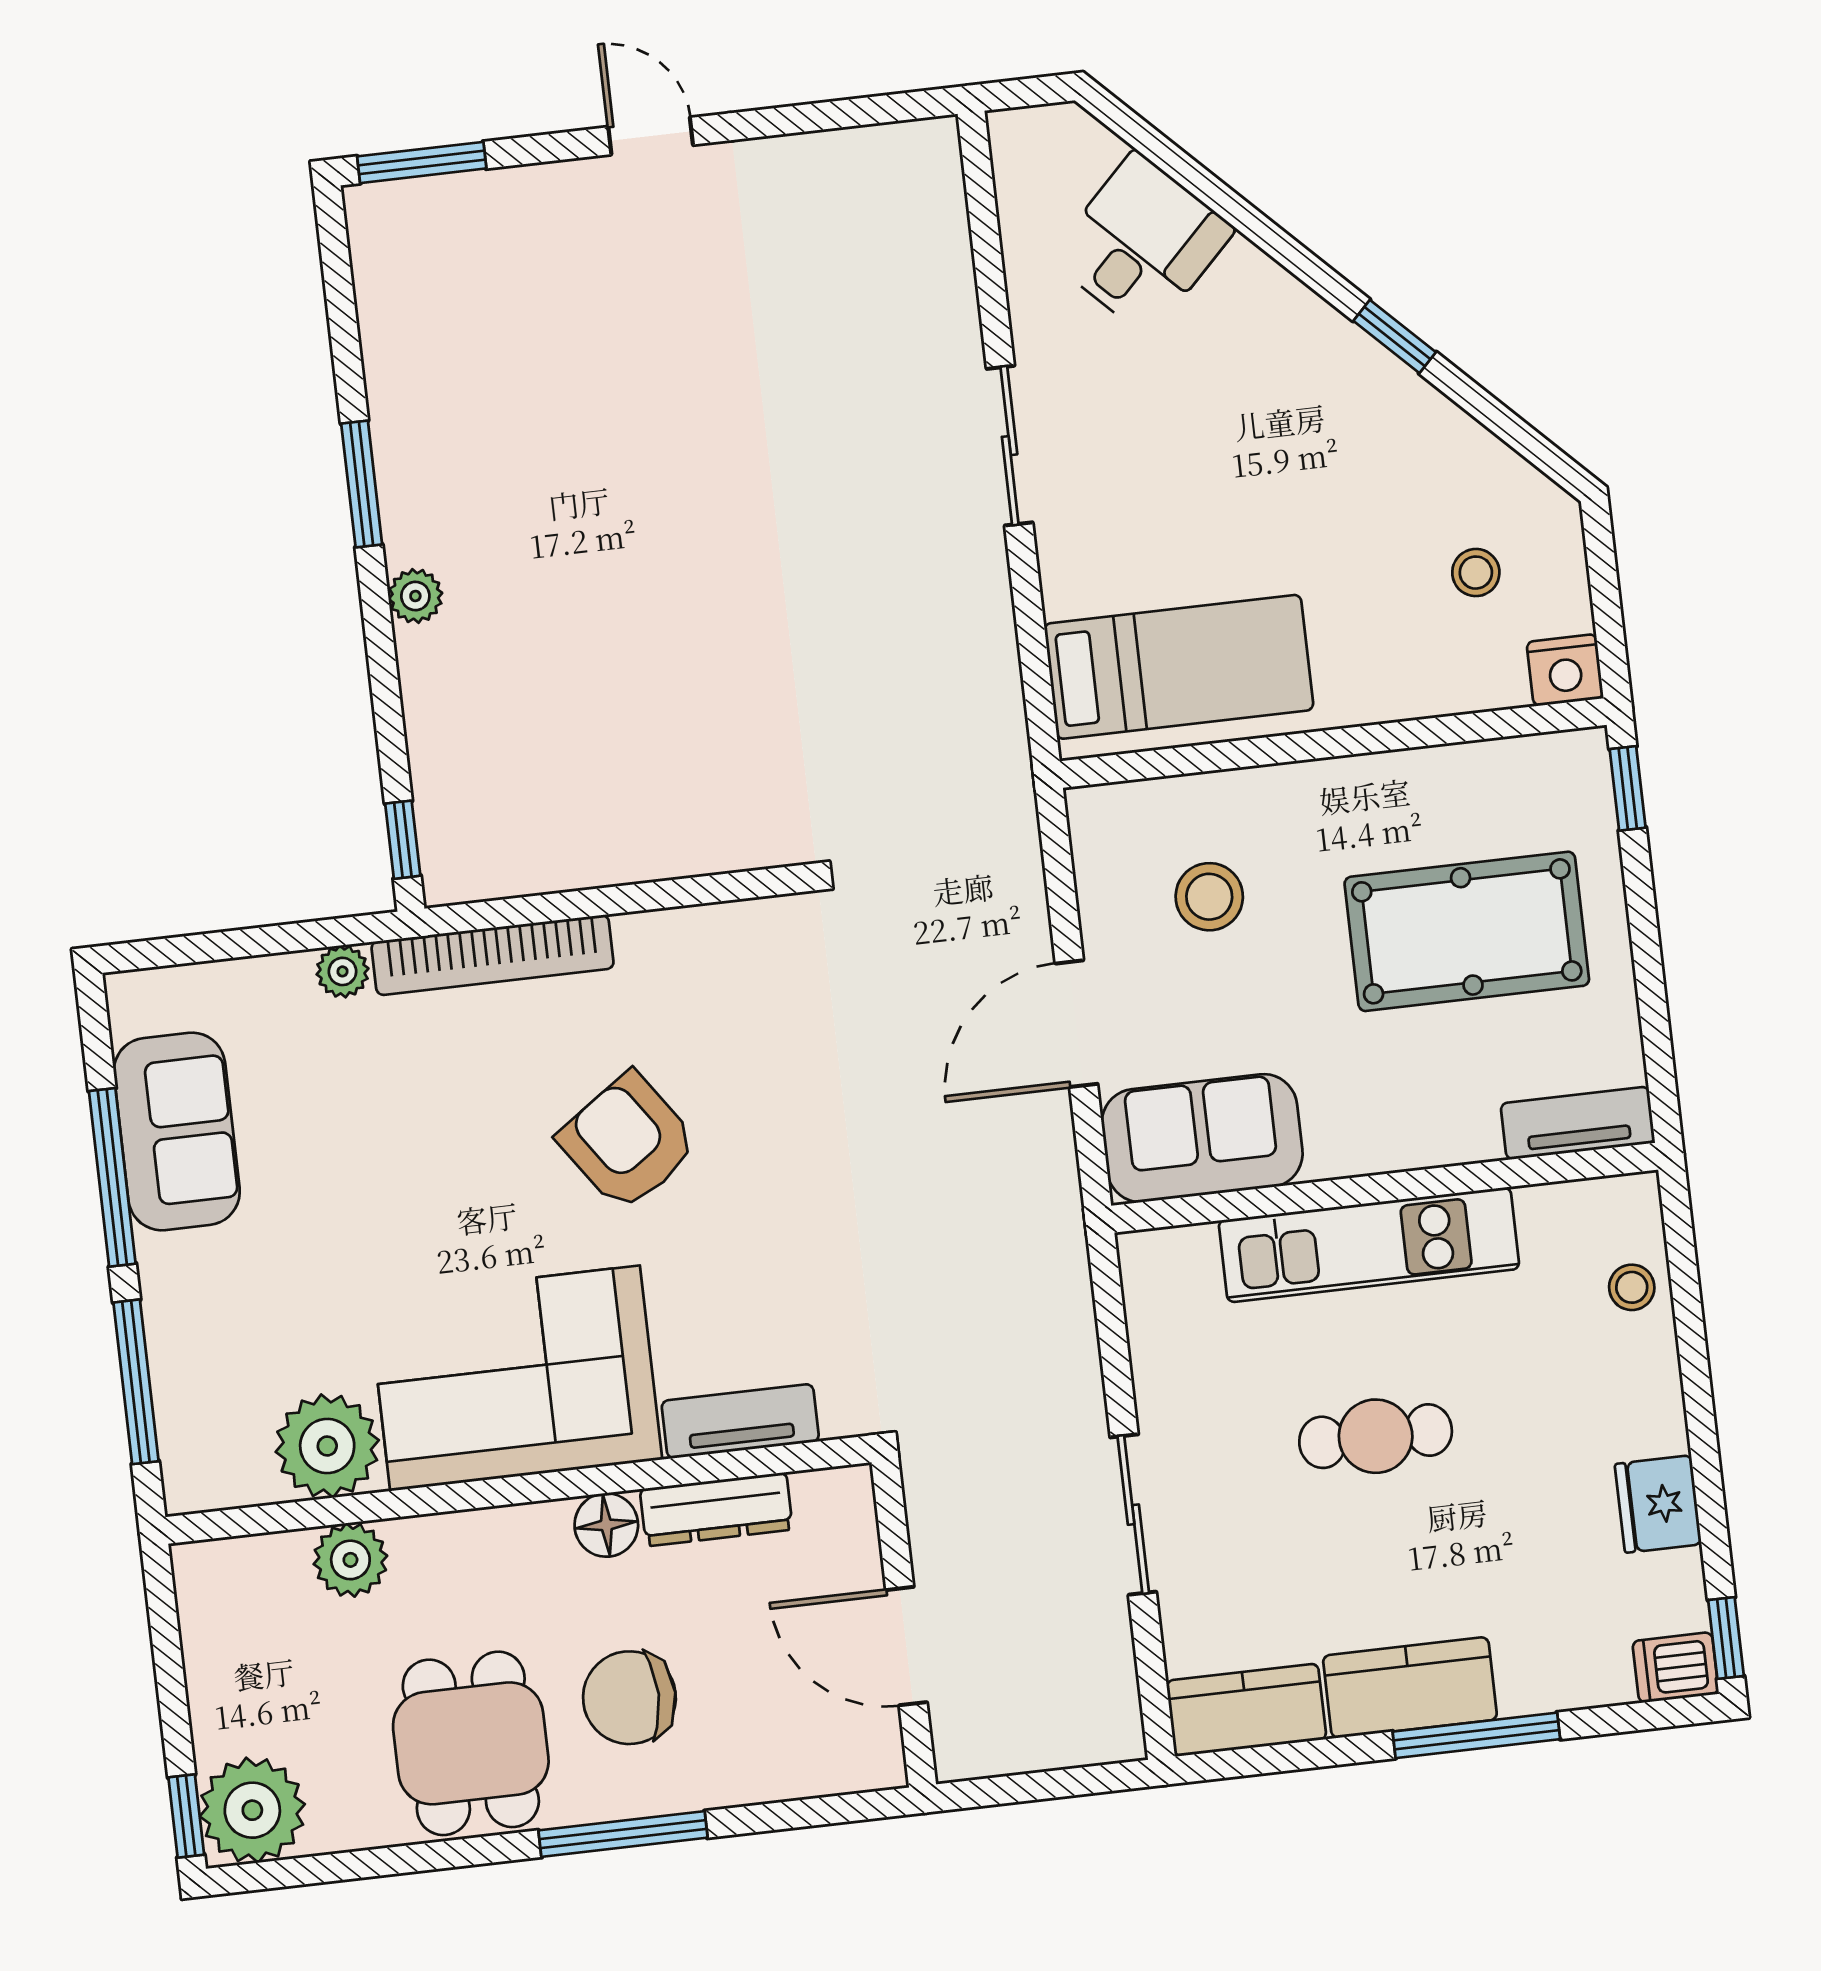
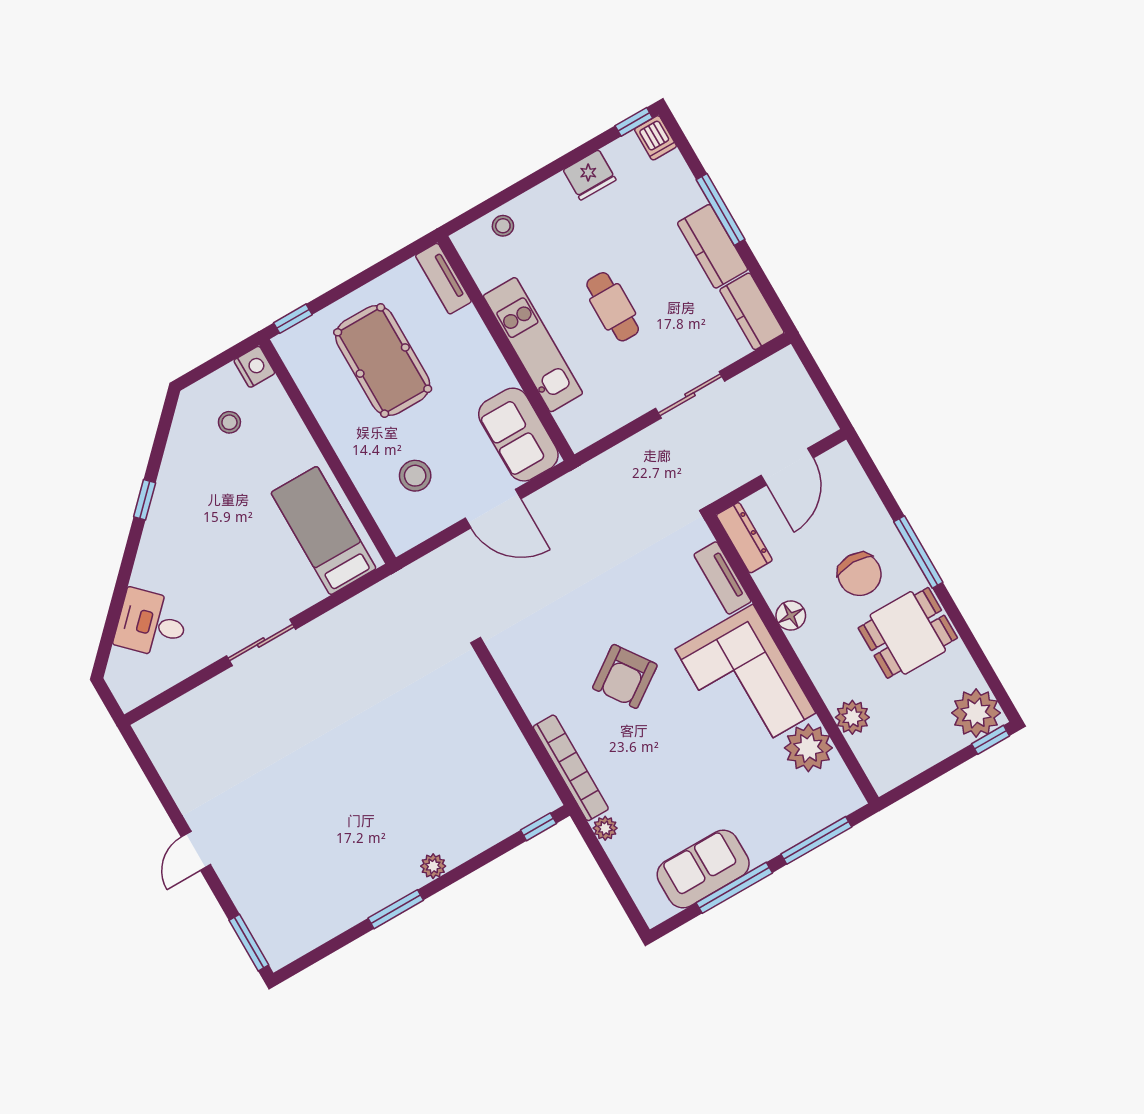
dresser: (716, 1509) -> (744, 538), moved

